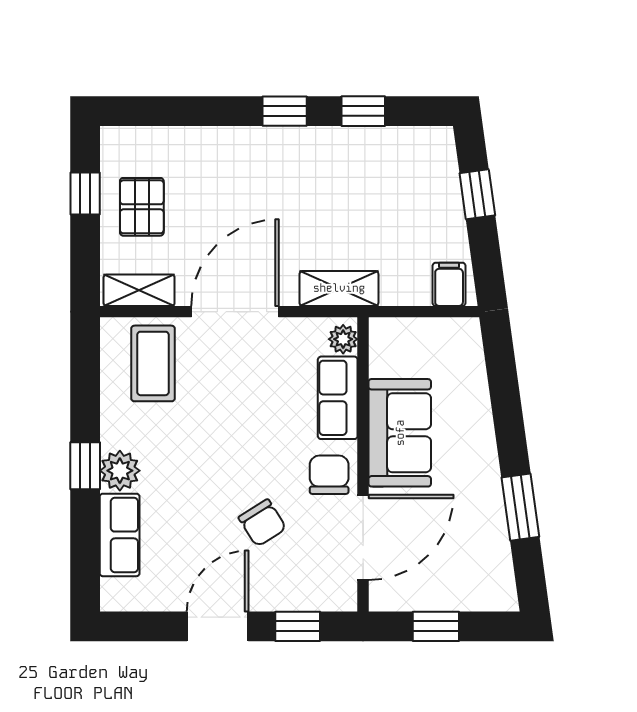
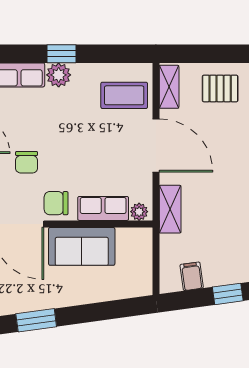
window: (85, 193) -> (228, 54), removed
filing cabinet: (449, 284) -> (192, 276), moved, turned -98
chair: (329, 475) -> (56, 203), turned 180
chair: (262, 523) -> (27, 162), turned -58

